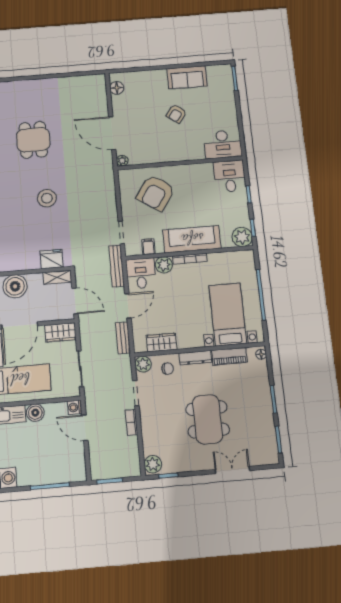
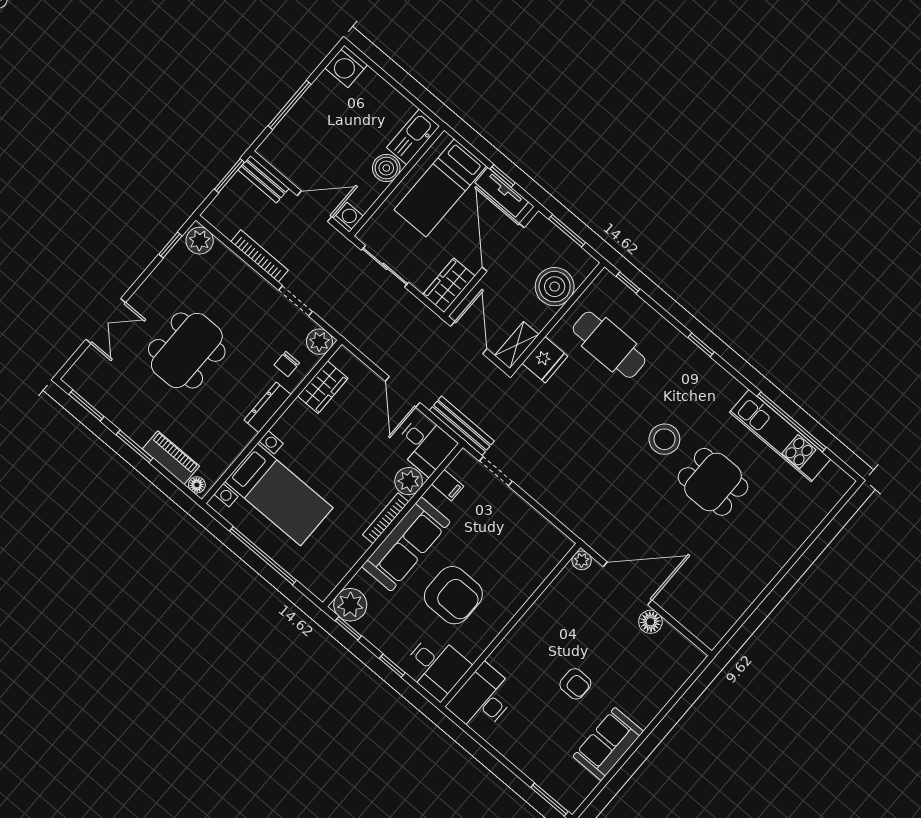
floor lamp: (117, 88) -> (650, 622), moved
armchair: (176, 114) -> (575, 684), turned 144
armchair: (156, 193) -> (453, 595), moved, turned 146
stool: (47, 198) -> (664, 439), moved
cafe table: (17, 239) -> (609, 345), added
door: (75, 301) -> (469, 338), swing flipped
bench: (123, 338) -> (263, 179), moved
piano: (229, 356) -> (171, 458), moved, turned 90
dining table: (208, 419) -> (187, 350), turned 90
bookcase: (132, 422) -> (260, 256), width x1.56

